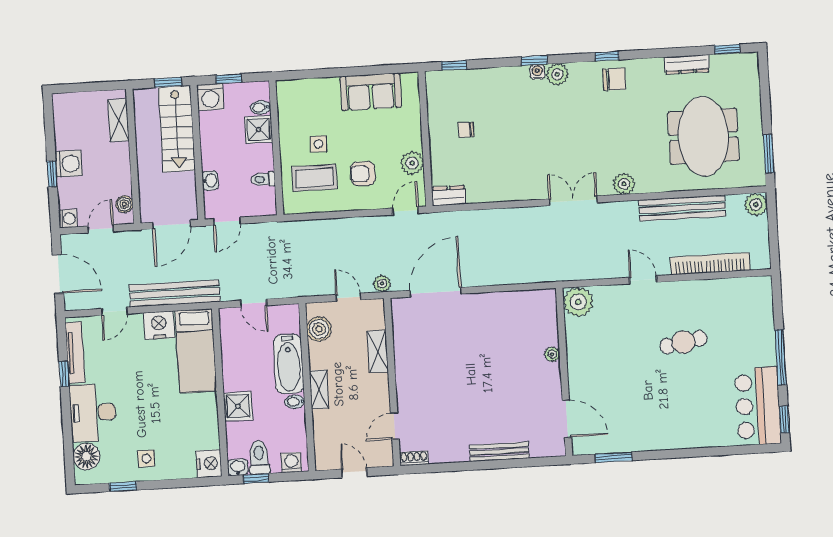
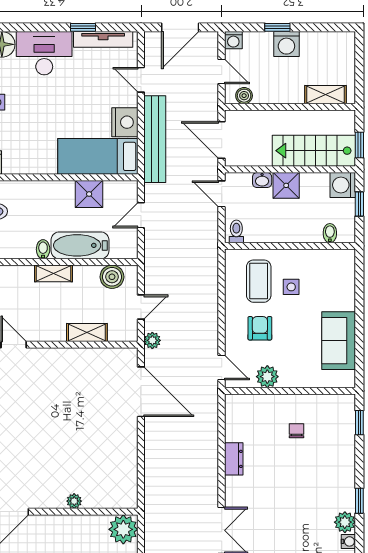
water cooler: (537, 72) -> (348, 541), moved
shower: (259, 129) -> (286, 185), moved
toilet: (263, 179) -> (236, 231), moved
dresser: (449, 196) -> (234, 459), moved
shower: (238, 406) -> (89, 194), moved

